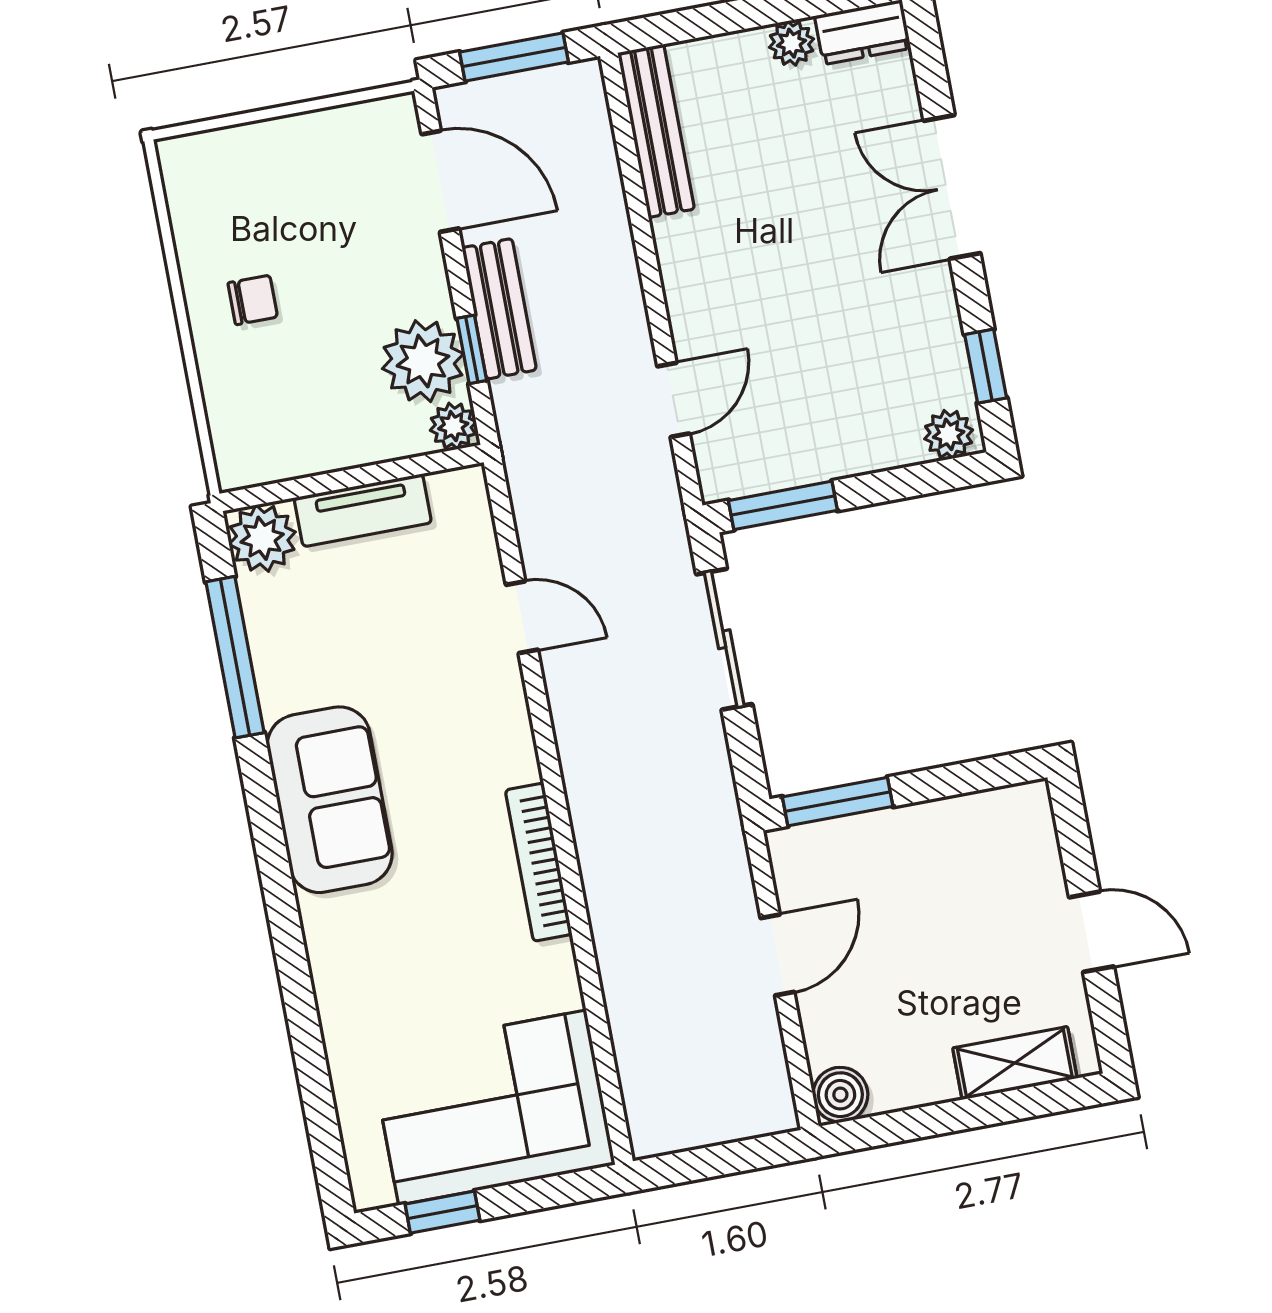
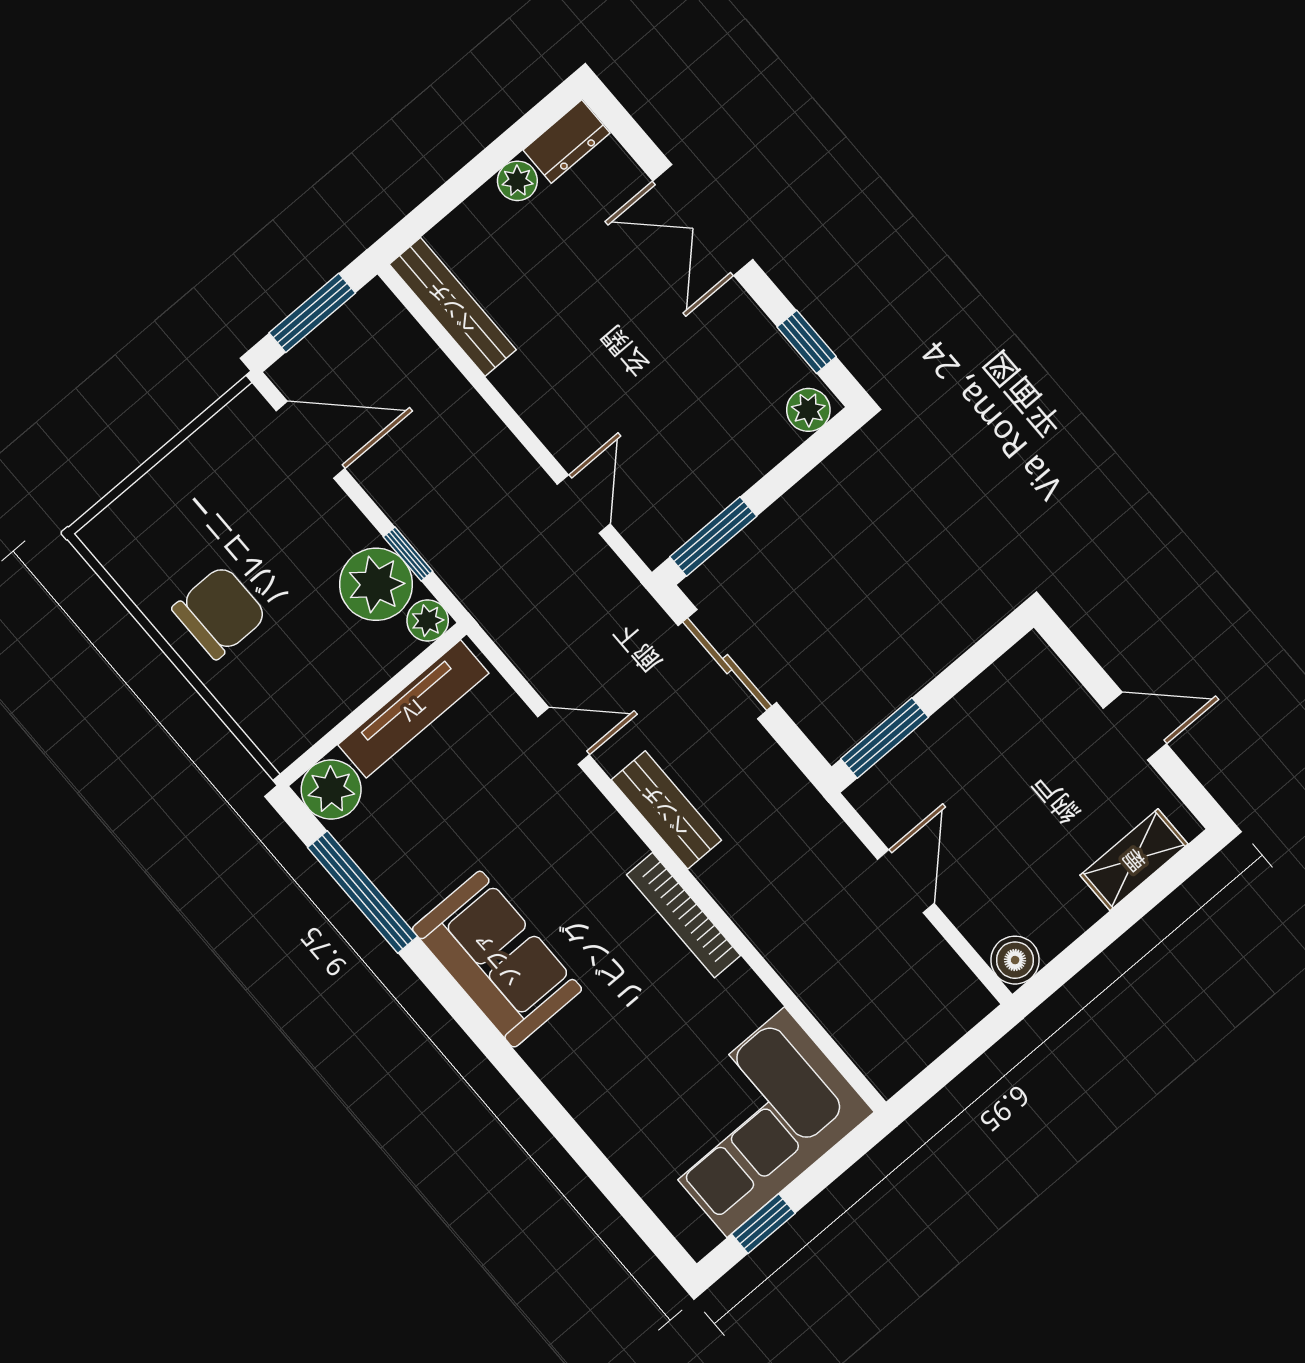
chair: (253, 300) -> (220, 612), width x1.87, depth x1.87
bench: (499, 309) -> (666, 810), moved
tv unit: (363, 510) -> (413, 709), width x1.41

